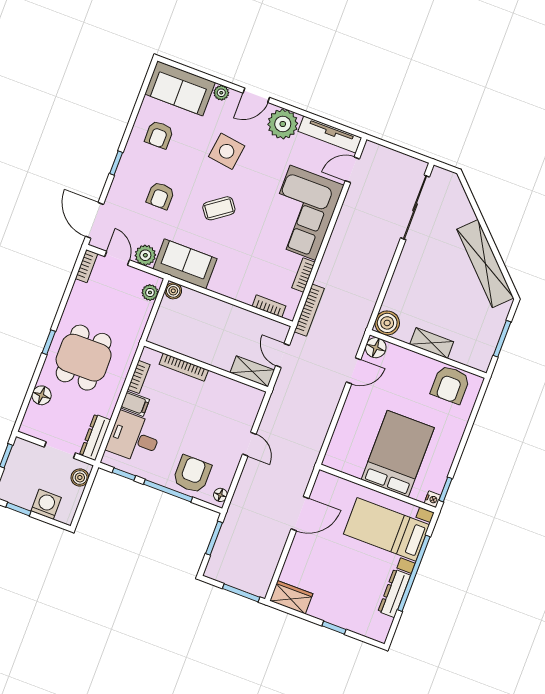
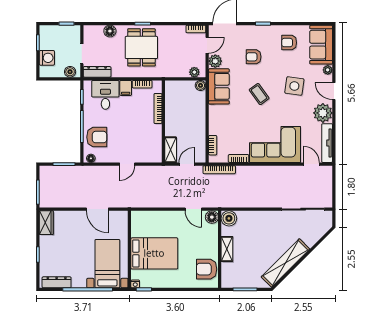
dining table: (84, 358) -> (141, 47), turned 90
dresser: (394, 593) -> (57, 282), moved

